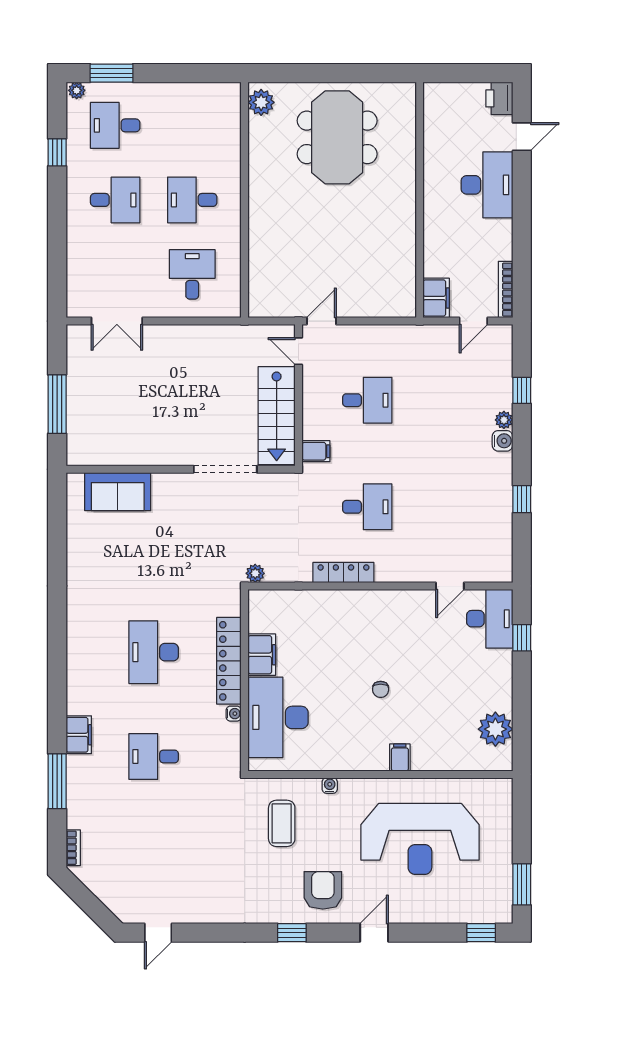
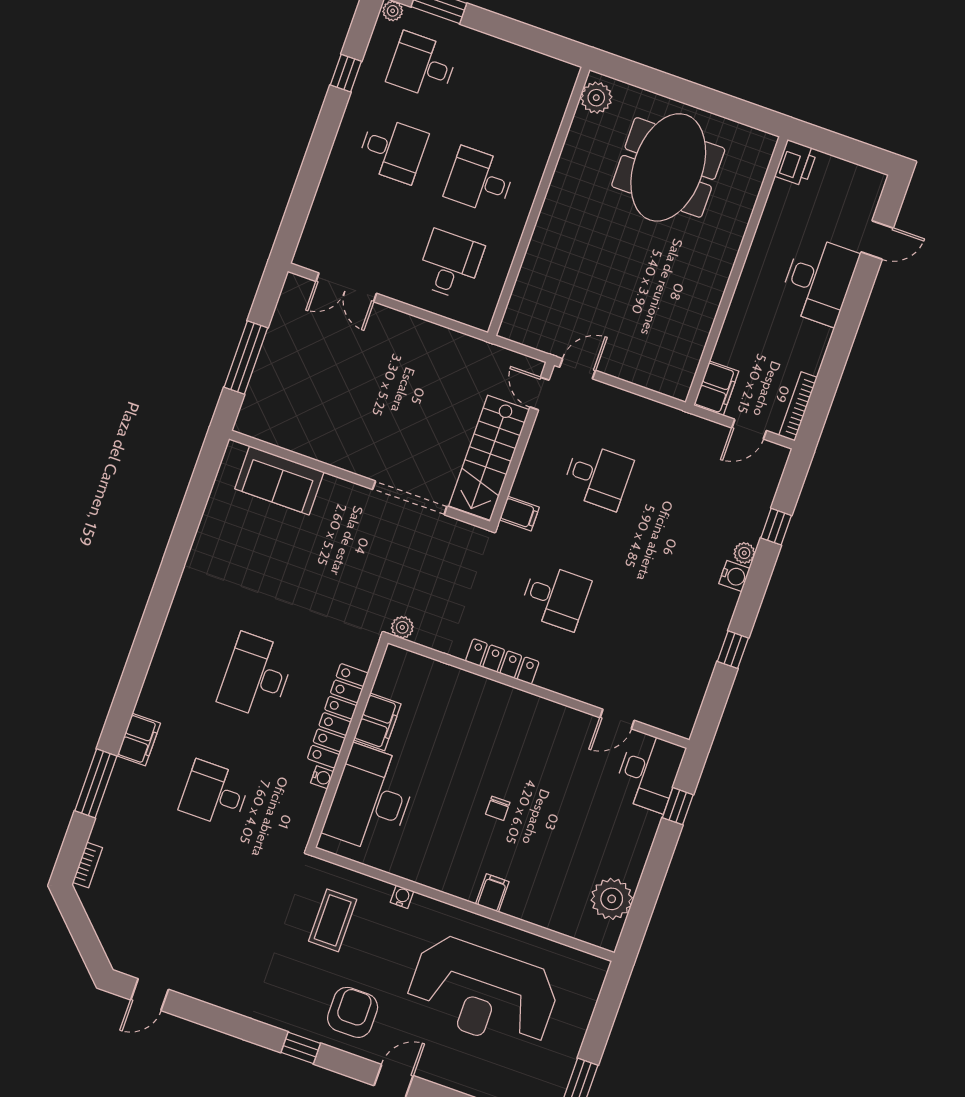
printer: (499, 98) -> (796, 163), moved, turned 180

